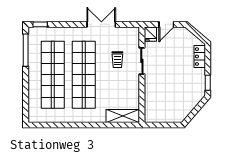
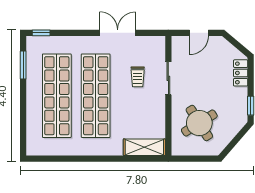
fridge: (150, 34) -> (179, 45), removed
window: (26, 50) -> (23, 65), width x0.69
round table: (167, 97) -> (199, 123), added

